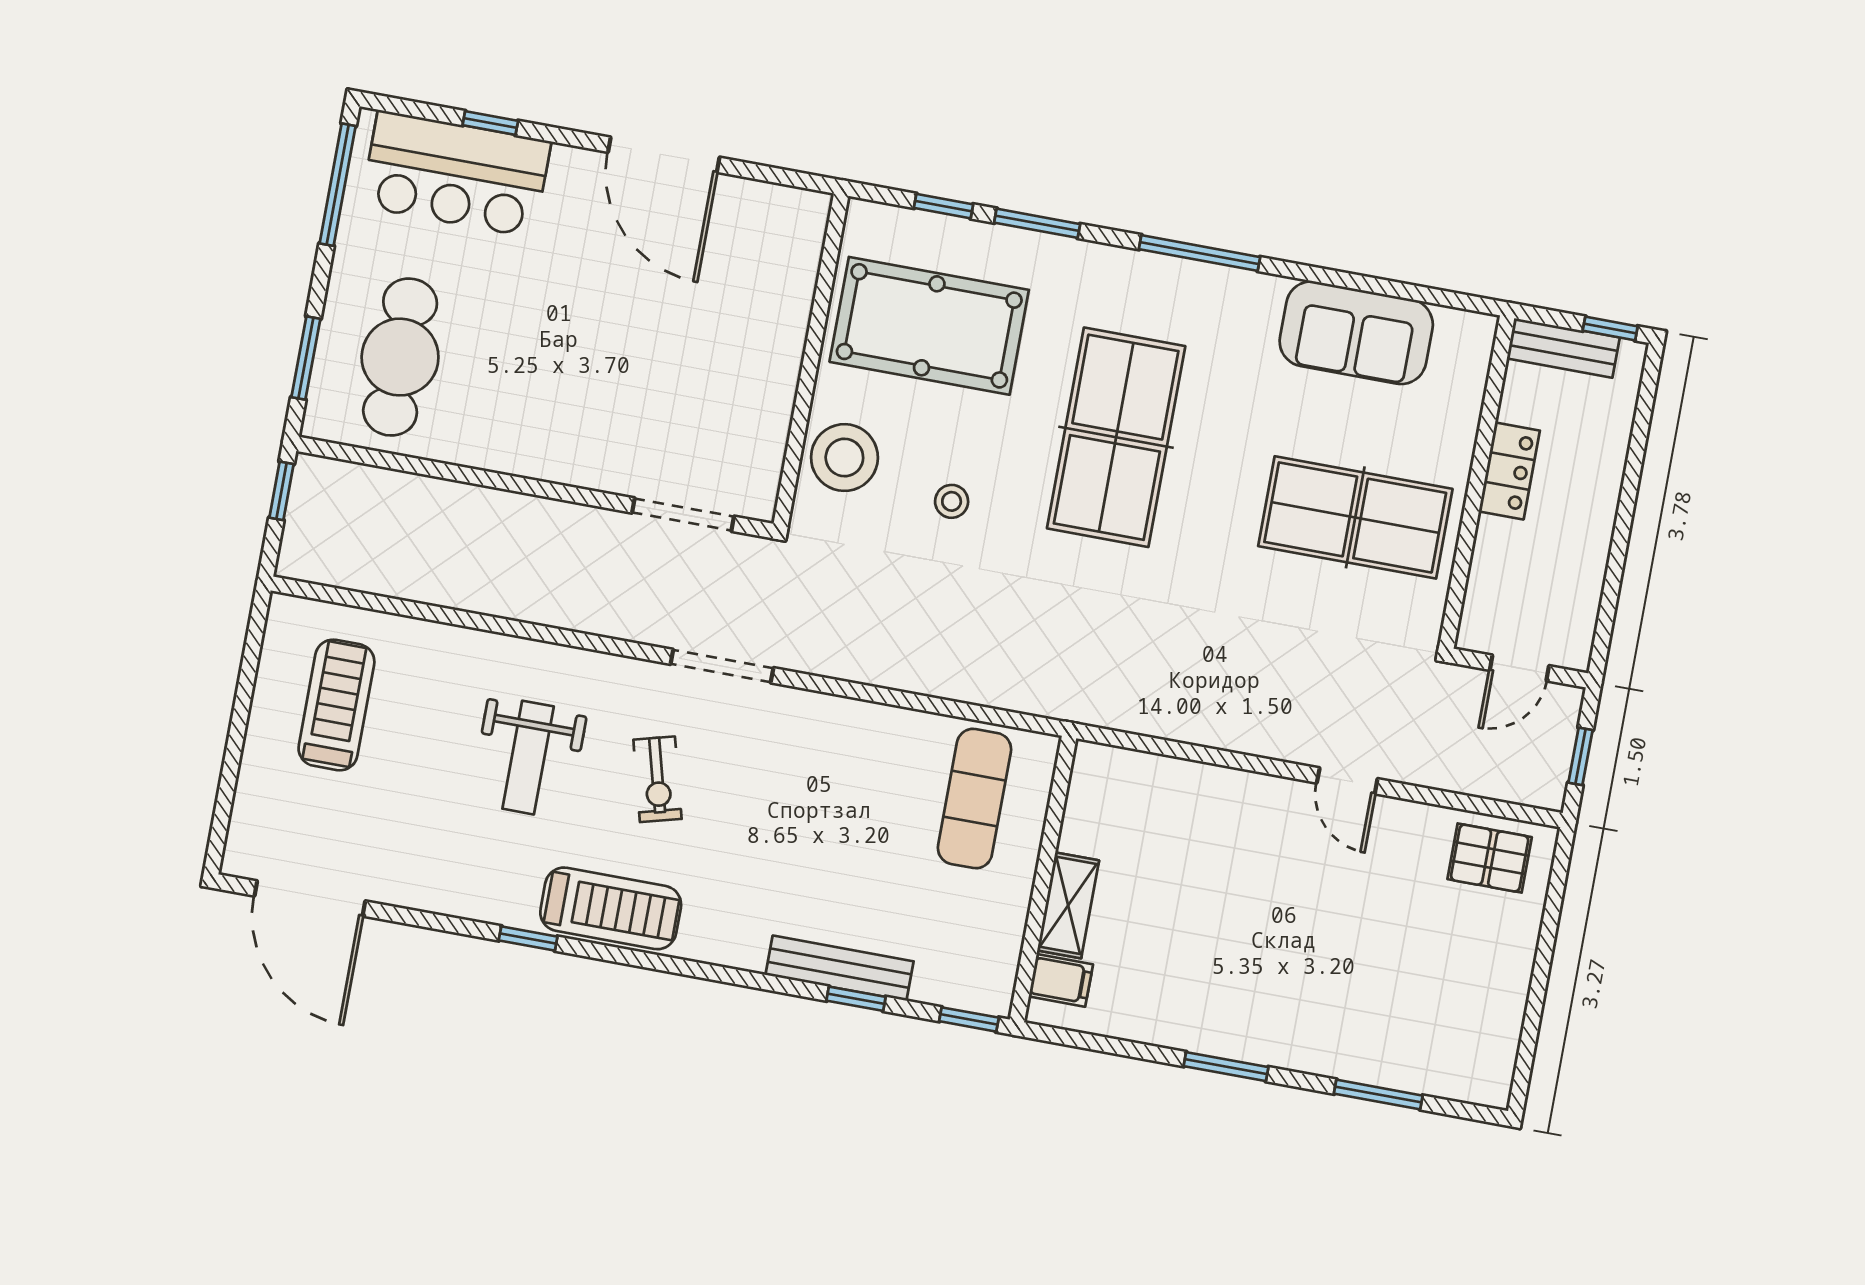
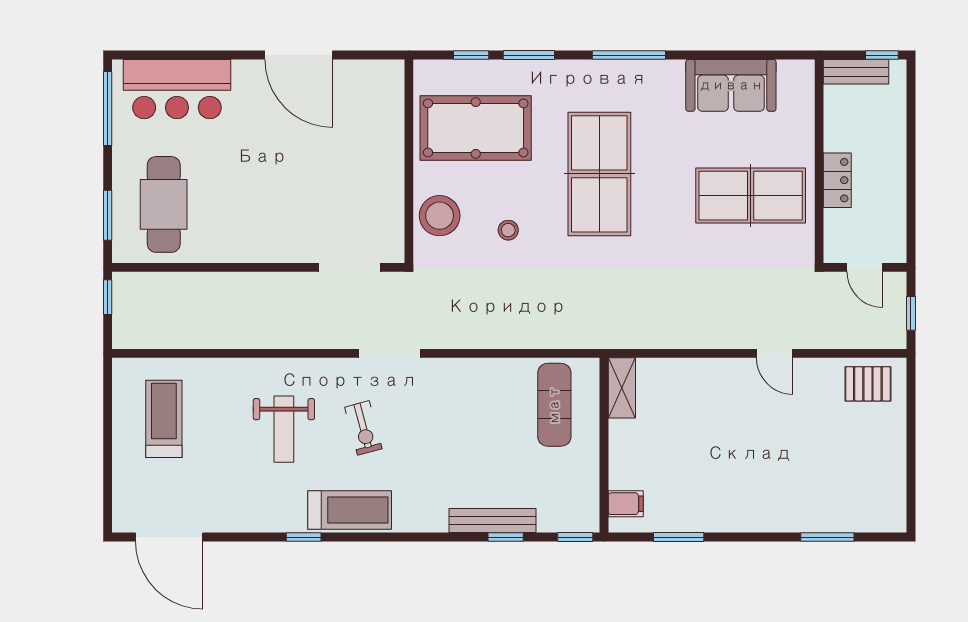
window: (490, 123) -> (192, 55), removed
locker: (1509, 471) -> (837, 180), moved
door: (1519, 668) -> (865, 267), hinge flipped
shelving: (1068, 905) -> (622, 388), moved
window: (1226, 1067) -> (679, 537), moved

